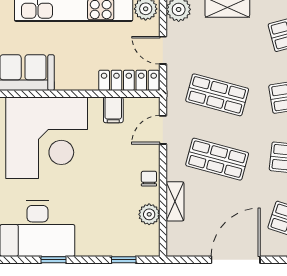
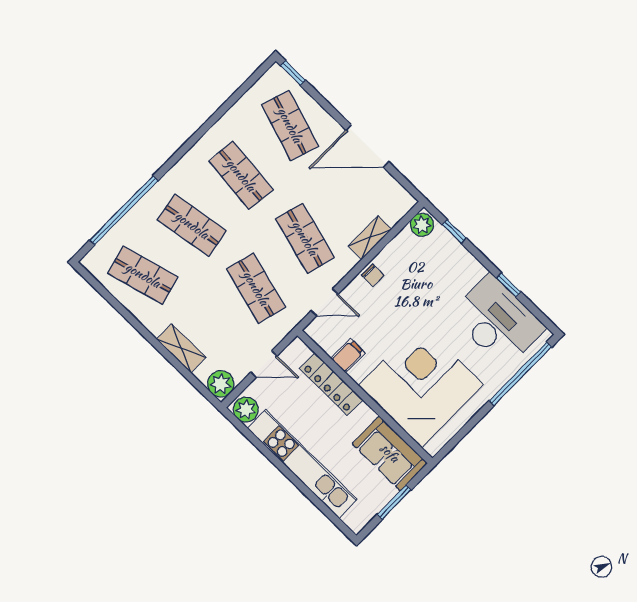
door: (163, 50) -> (264, 364), hinge flipped
locker: (129, 80) -> (331, 384), moved
chair: (149, 179) -> (373, 275), turned -90
plant: (149, 214) -> (422, 225), moved

